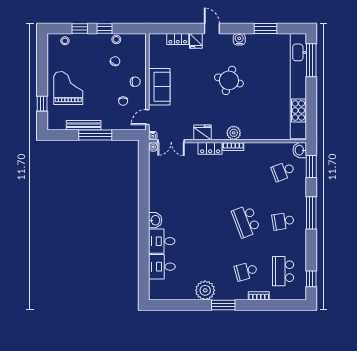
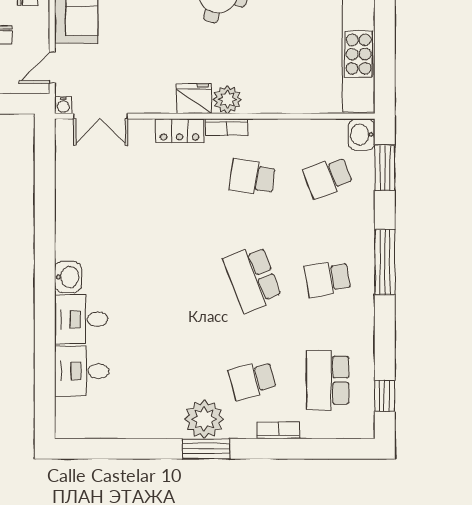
fridge: (203, 132) -> (194, 99), moved
plant: (153, 147) -> (64, 128), removed
school desk: (246, 171) -> (252, 177), added
plant: (205, 290) -> (204, 419), moved

